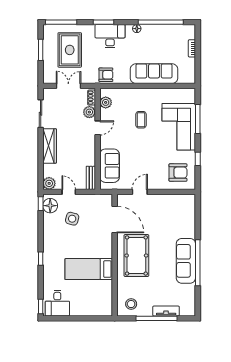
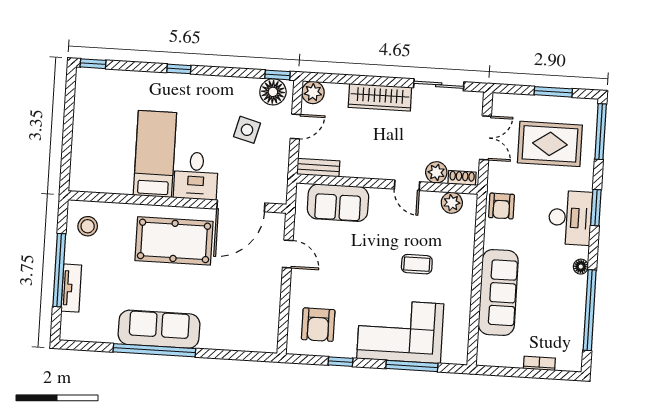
desk: (57, 303) -> (196, 176), moved, turned -90

